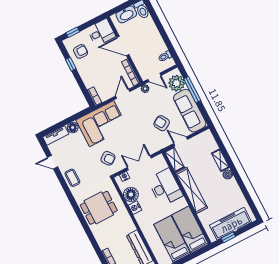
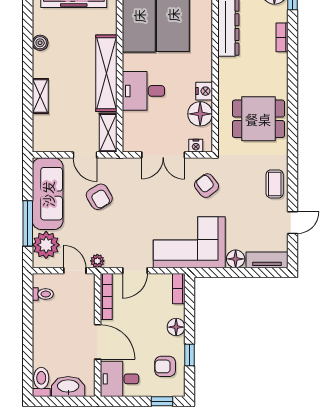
floor lamp: (85, 75) -> (176, 327), added
door: (52, 162) -> (292, 223), hinge flipped
boiler: (228, 174) -> (40, 43), moved
desk: (165, 187) -> (143, 91), width x0.73

